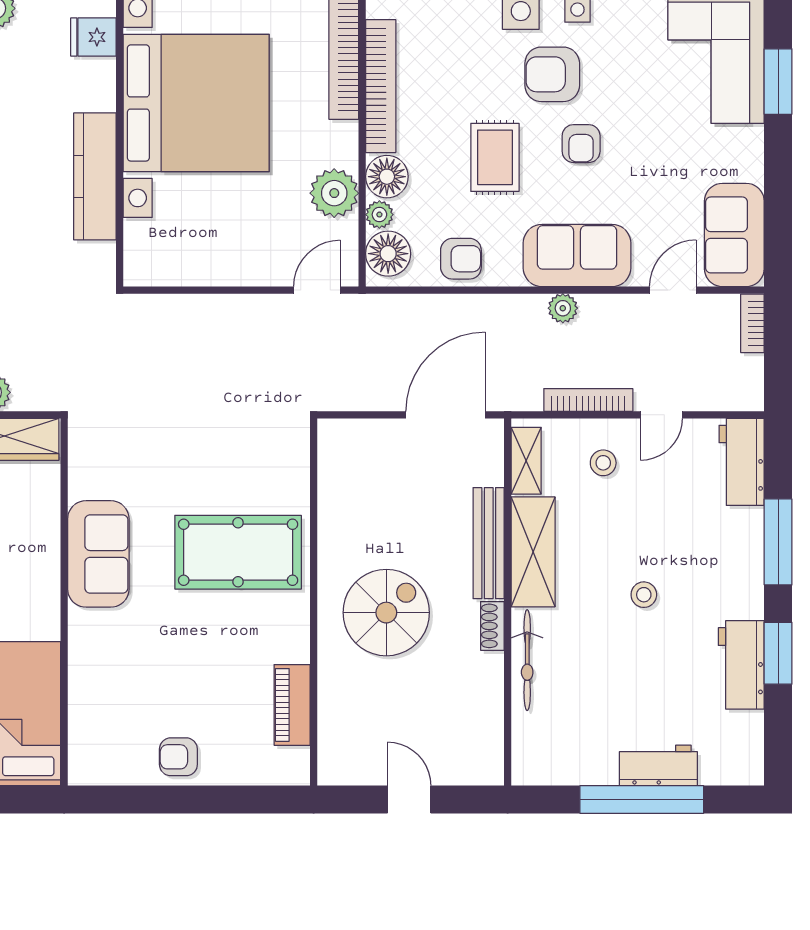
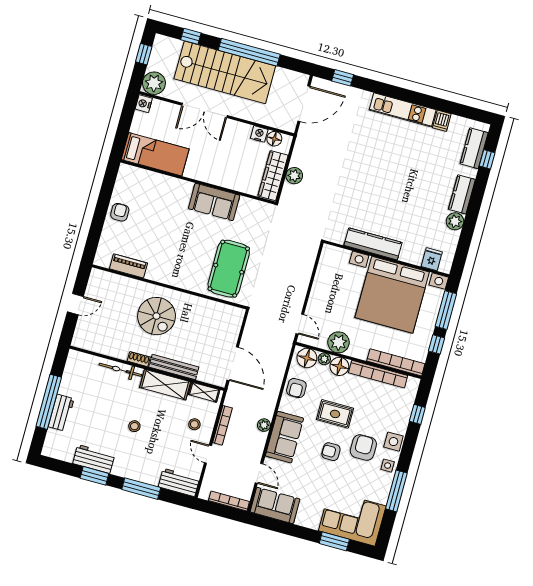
bookcase: (752, 323) -> (229, 501), width x1.56
pool table: (238, 552) -> (229, 269), moved

